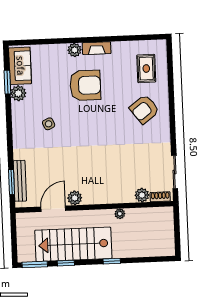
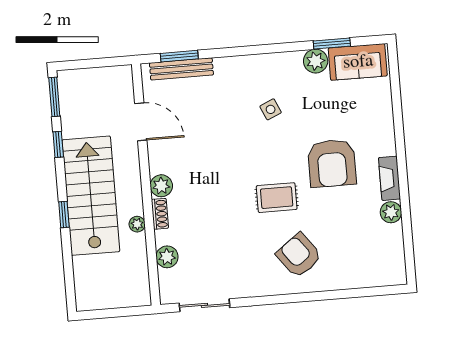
plant: (75, 50) -> (391, 212), moved
rug: (146, 68) -> (277, 198), moved
shoe rack: (160, 197) -> (160, 214), moved
plant: (75, 198) -> (161, 186), moved
stairs: (73, 244) -> (91, 196), moved

